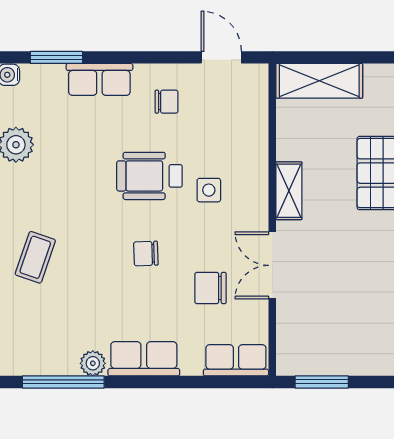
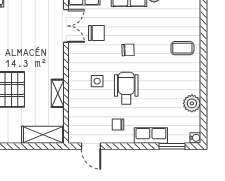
wheelchair: (149, 176) -> (126, 88), turned -90
shelving: (289, 191) -> (58, 93), moved
coffee table: (35, 257) -> (182, 48), turned 71
double door: (272, 265) -> (66, 26), moved

